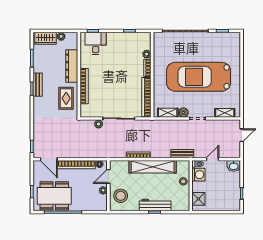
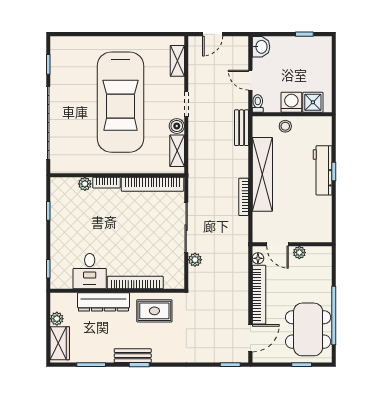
desk: (96, 43) -> (90, 271), moved, turned -90
door: (242, 135) -> (213, 34), swing flipped
washing machine: (198, 175) -> (291, 102), moved
stool: (121, 196) -> (308, 225), removed

